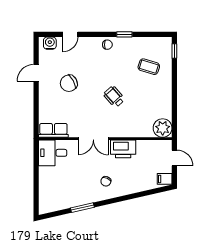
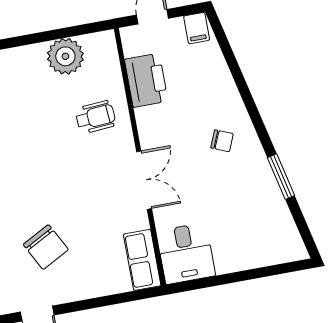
wheelchair: (114, 97) -> (95, 117), moved, turned -142
plant: (163, 128) -> (65, 56), moved
printer: (123, 149) -> (146, 80), moved

